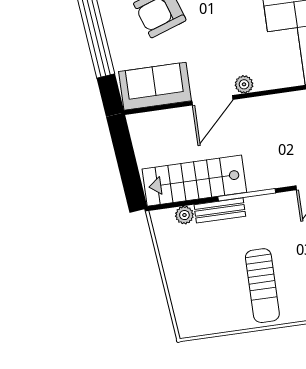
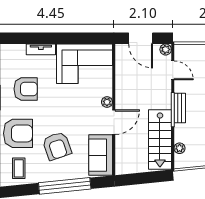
door: (212, 100) -> (114, 122), hinge flipped
bench: (220, 210) -> (180, 108), moved

